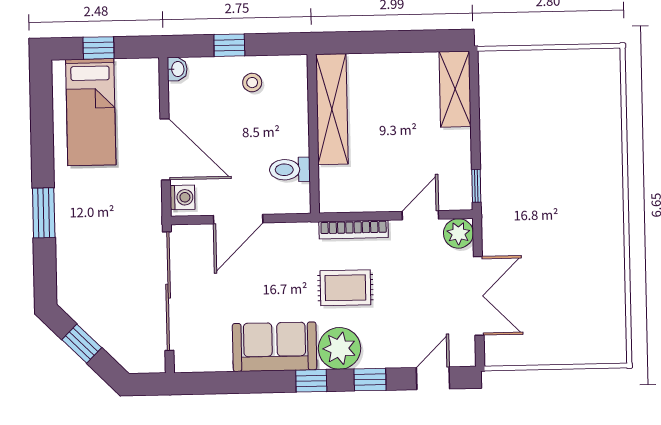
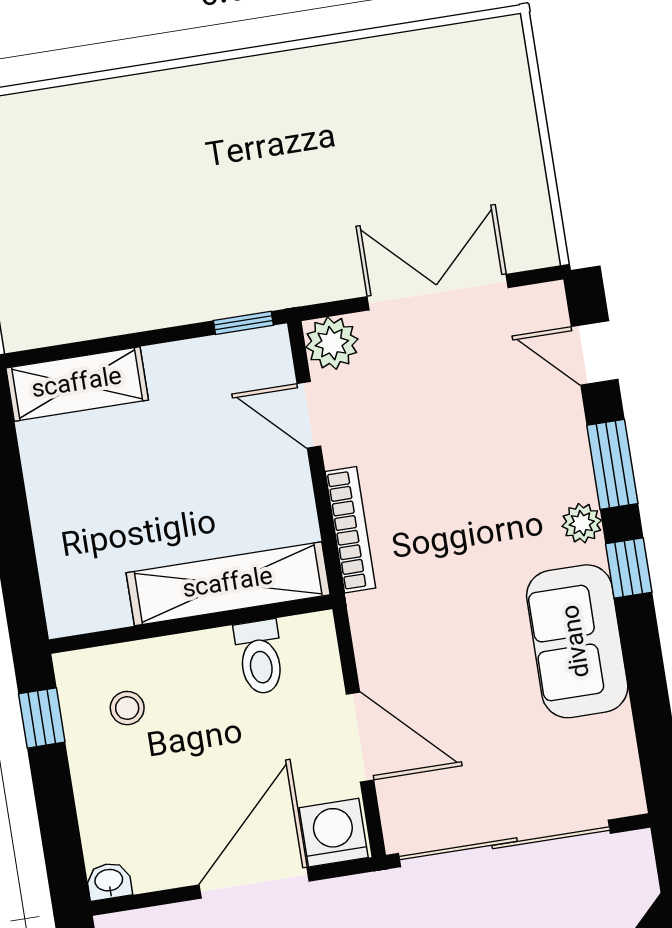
window: (229, 45) -> (42, 718), moved
stool: (252, 83) -> (127, 708), moved
shelving: (332, 109) -> (228, 584), moved
washing machine: (182, 197) -> (334, 833), width x1.38, depth x1.38
rug: (345, 288) -> (456, 530), removed
plant: (339, 348) -> (582, 523), width x0.53, depth x0.53
window: (370, 380) -> (612, 464), width x1.50

